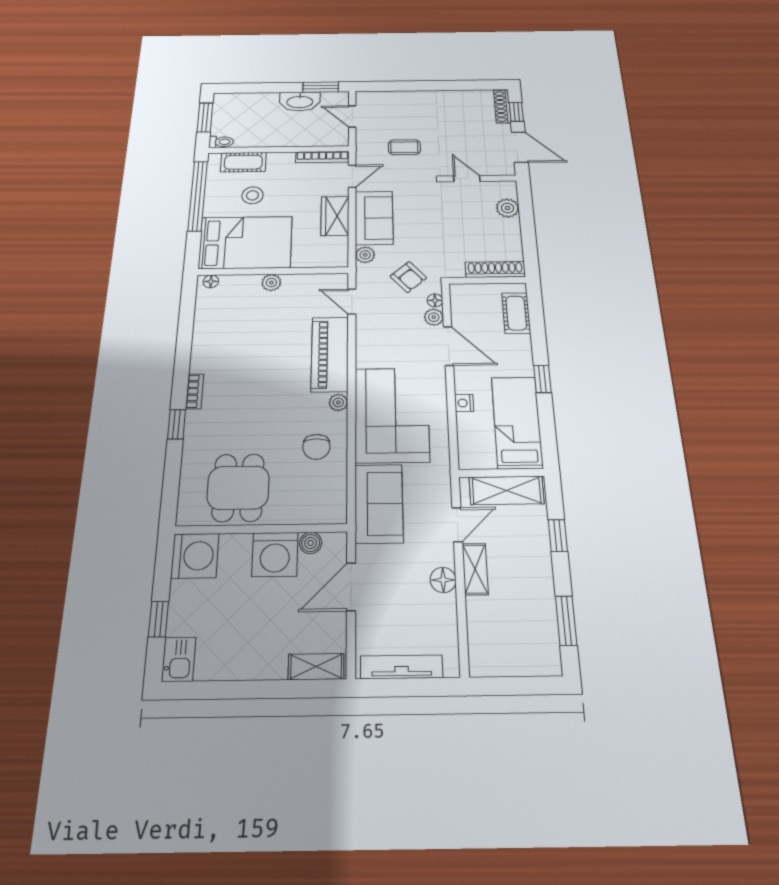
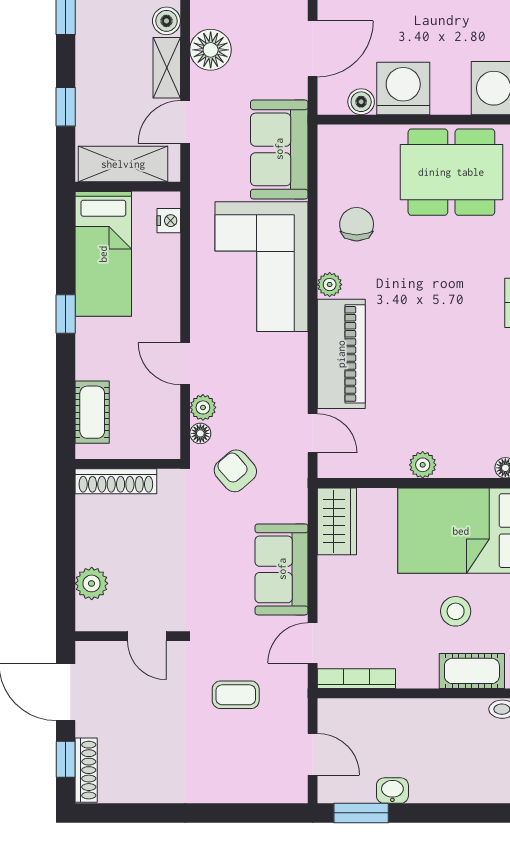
washbasin: (300, 101) -> (392, 791), width x0.52, depth x0.69
wardrobe: (335, 216) -> (337, 521), moved
plant: (365, 255) -> (294, 508), removed
door: (448, 346) -> (185, 364), width x0.73
nightstand: (464, 403) -> (169, 221), moved
dining table: (238, 488) -> (451, 172), width x1.38
floor lamp: (443, 580) -> (211, 50), width x1.38, depth x1.38
boiler: (478, 609) -> (166, 21), added

